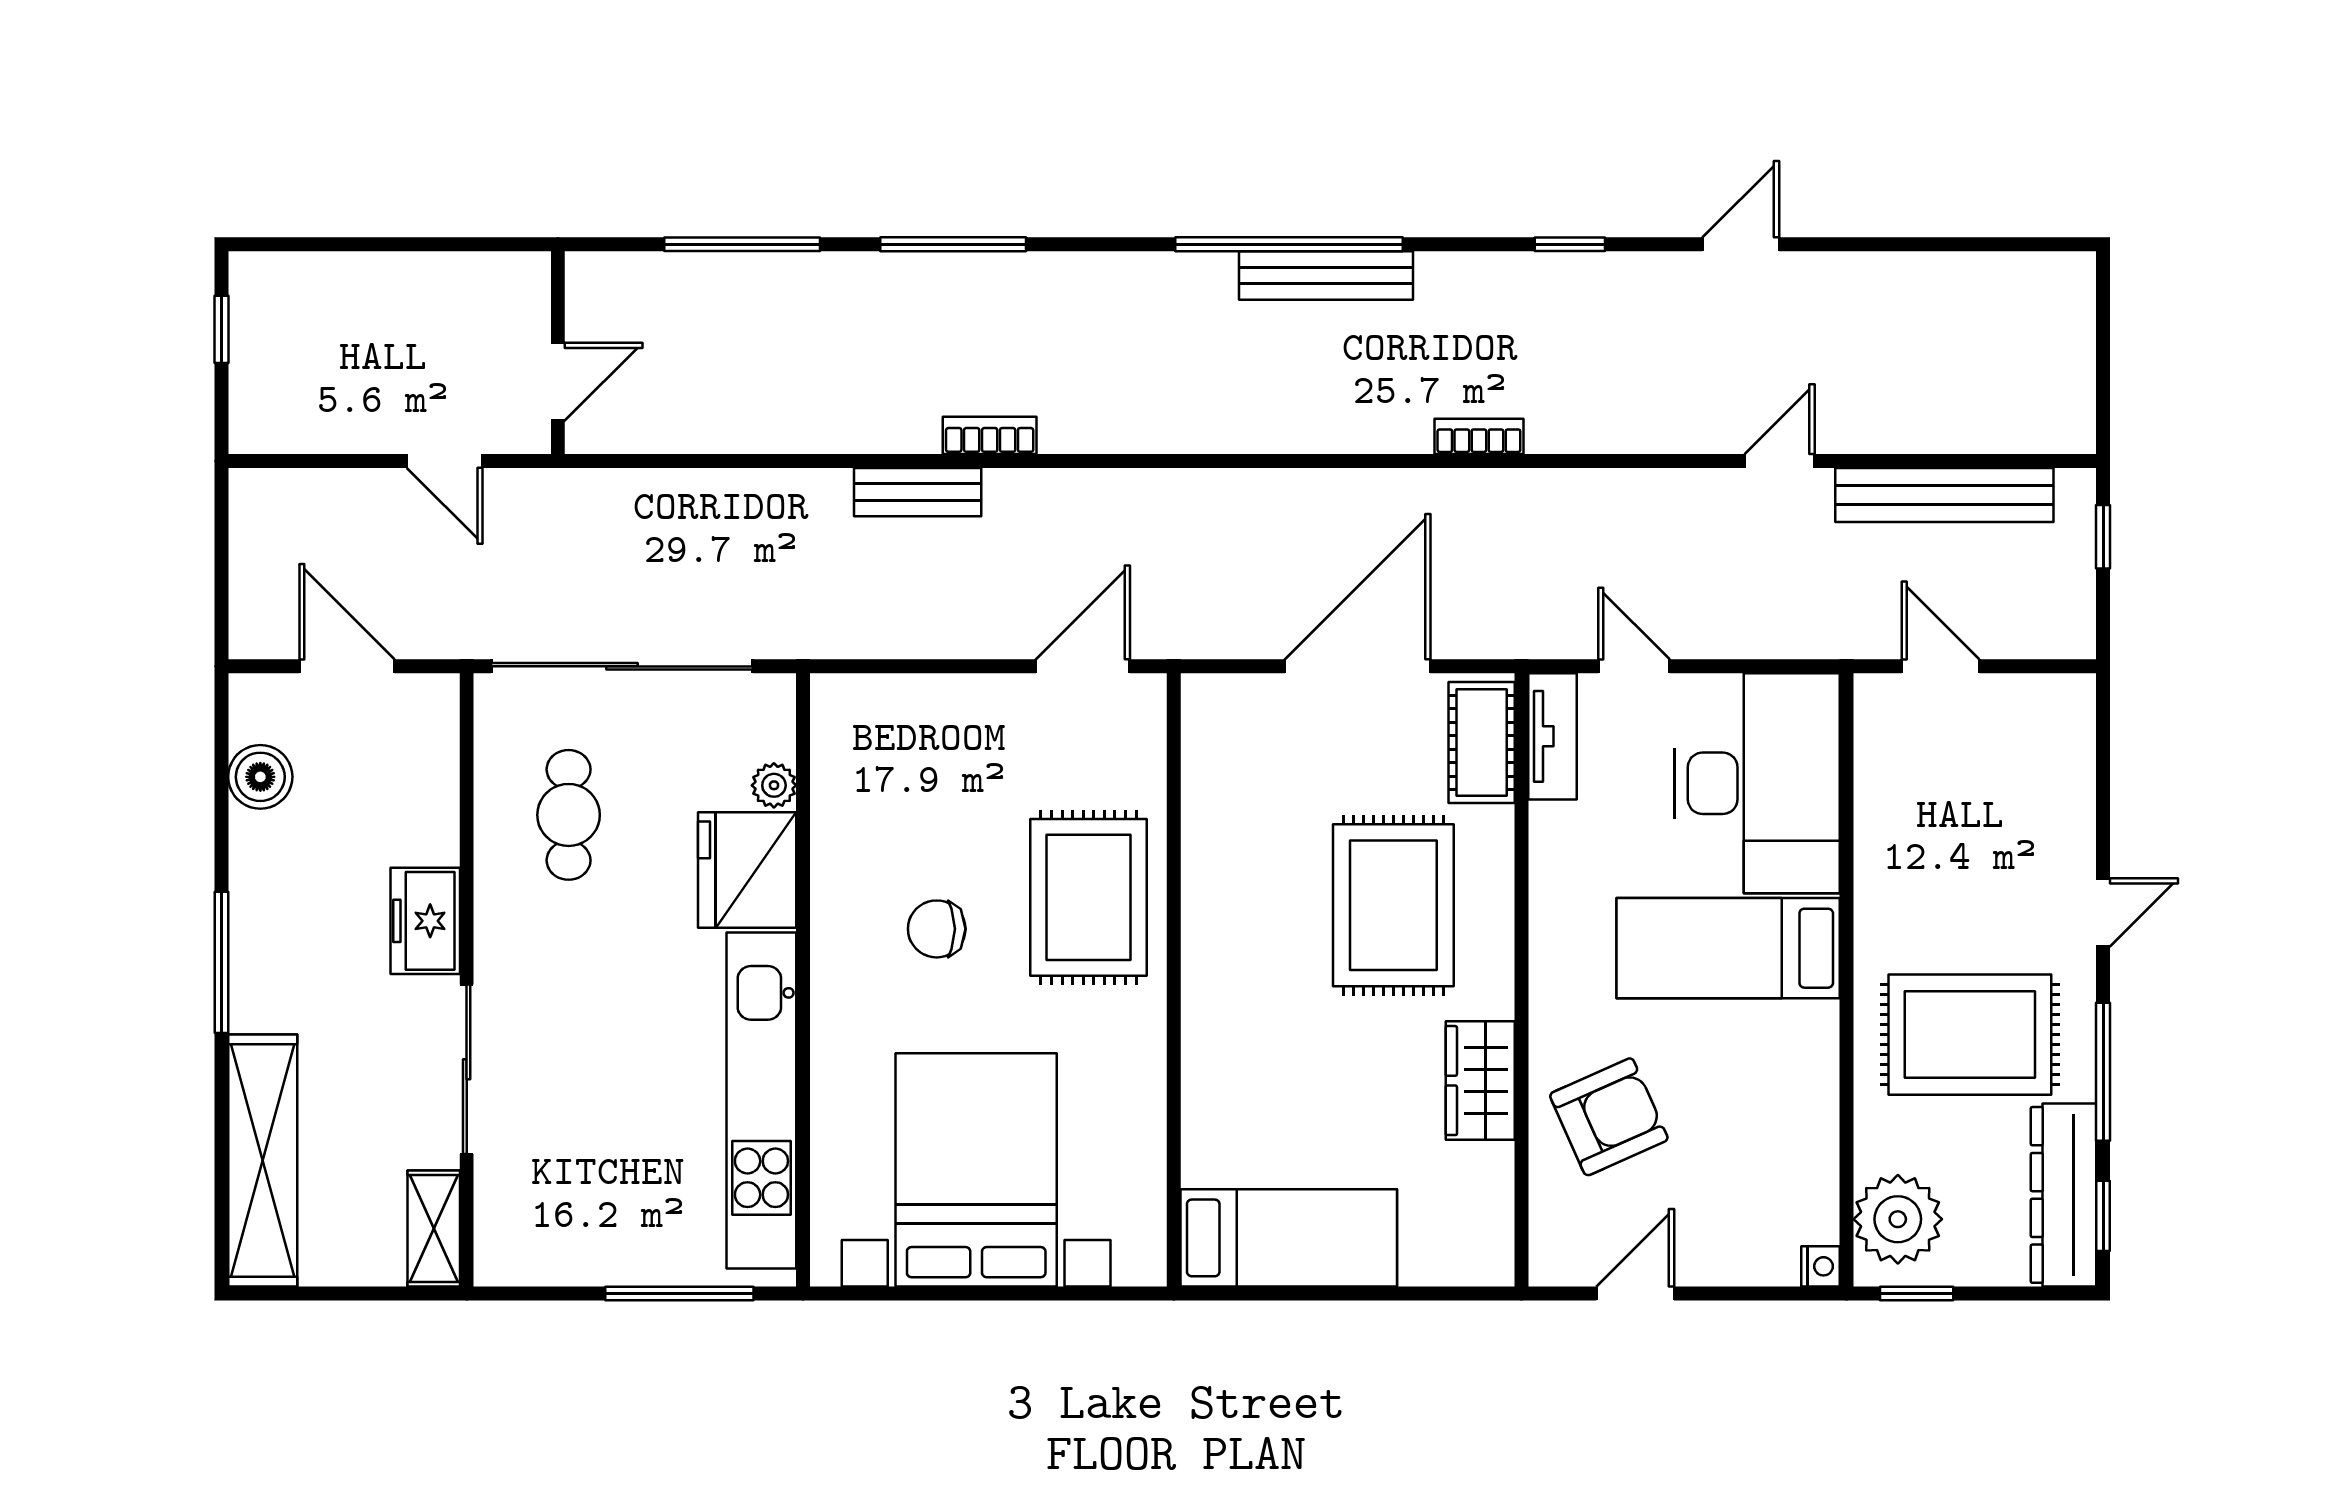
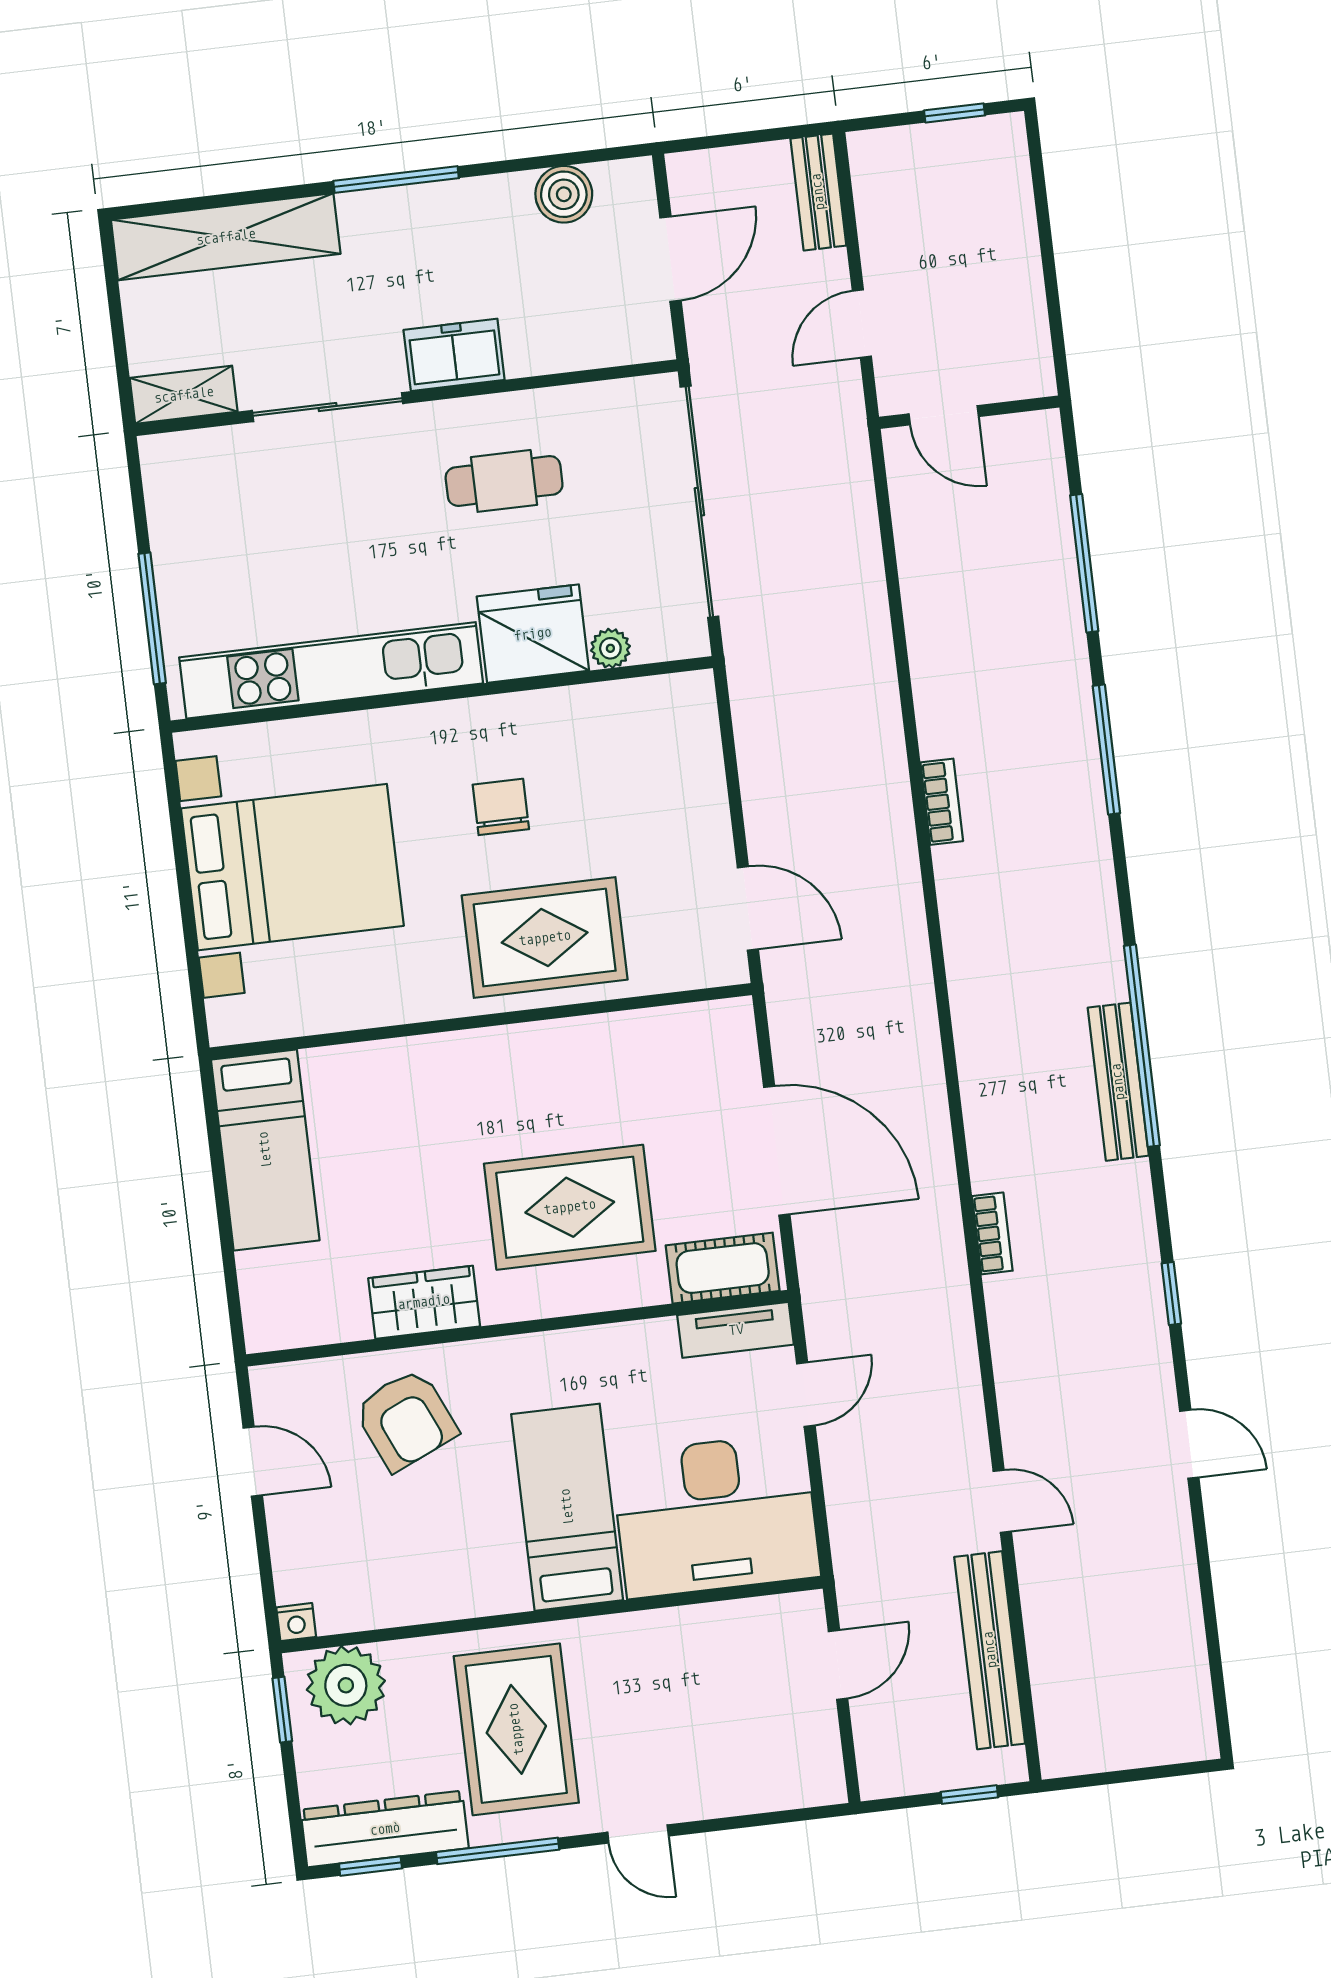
bench: (918, 492) -> (818, 192), moved
cafe table: (569, 815) -> (504, 481), moved

